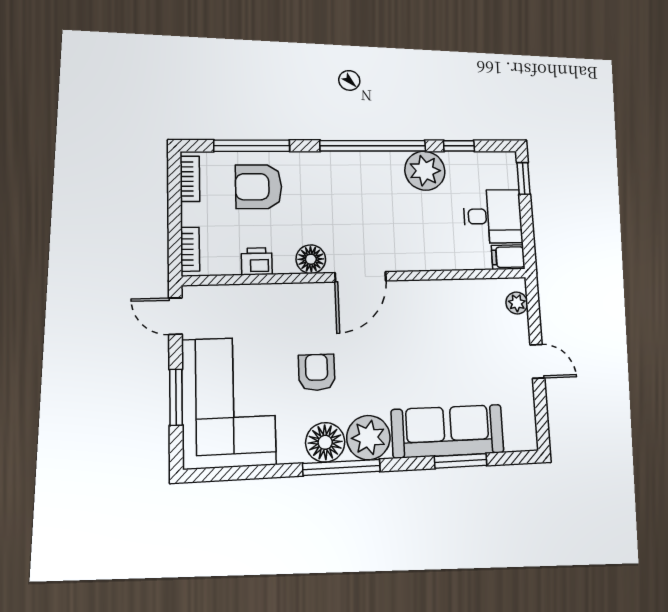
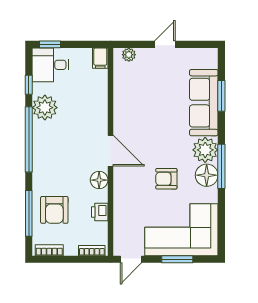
desk: (493, 216) -> (51, 65), moved, turned -90

